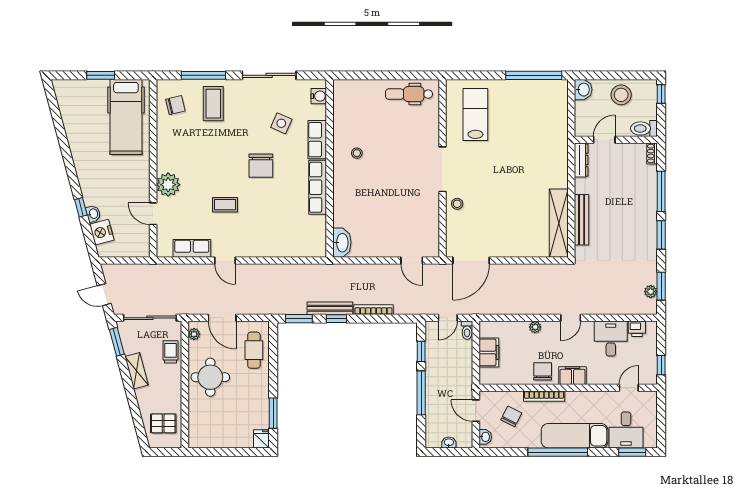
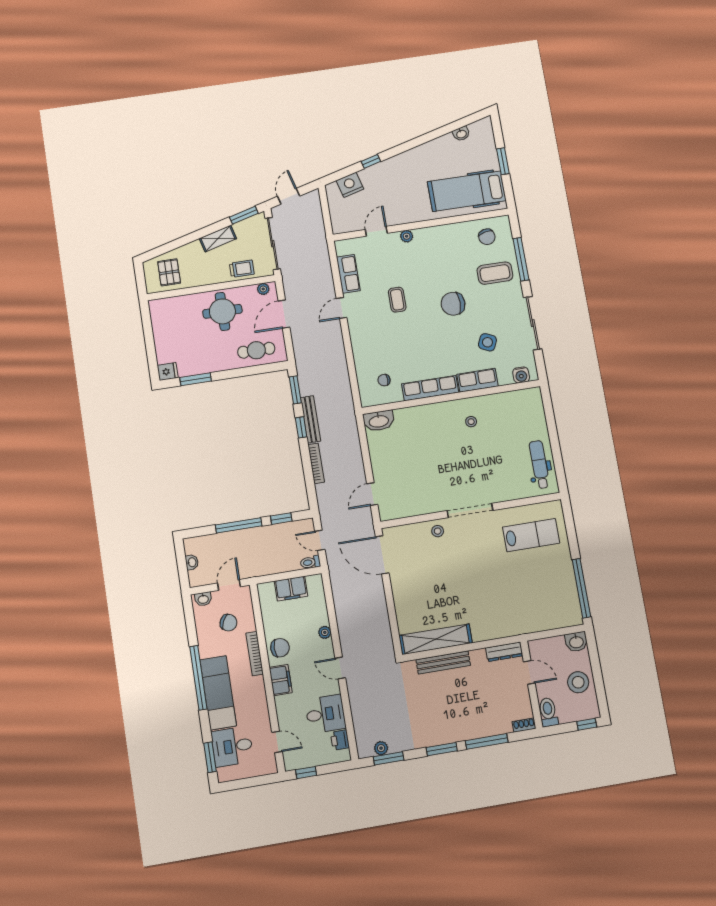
chair: (261, 166) -> (453, 304), moved
plant: (168, 185) -> (407, 236), width x0.53, depth x0.53
washbasin: (93, 214) -> (461, 134), moved
chair: (303, 231) -> (384, 380), added

